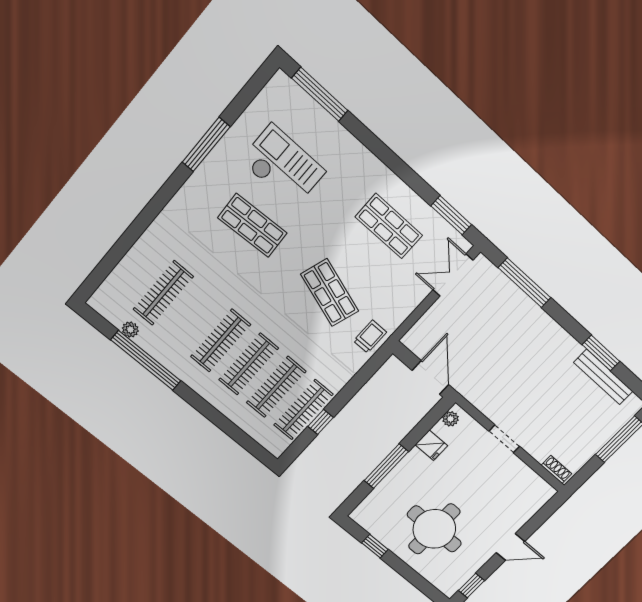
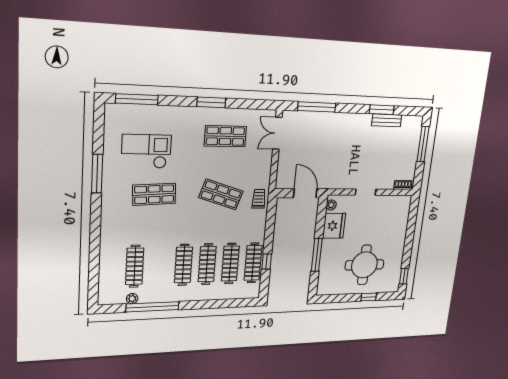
window: (451, 215) -> (211, 102), moved
bench: (603, 377) -> (387, 120), width x0.73
fridge: (431, 445) -> (334, 226), width x1.88, depth x1.34
window: (375, 546) -> (369, 297), moved
door: (510, 547) -> (409, 242), removed

